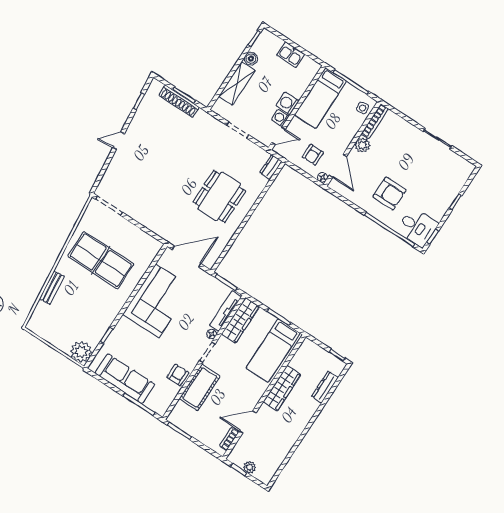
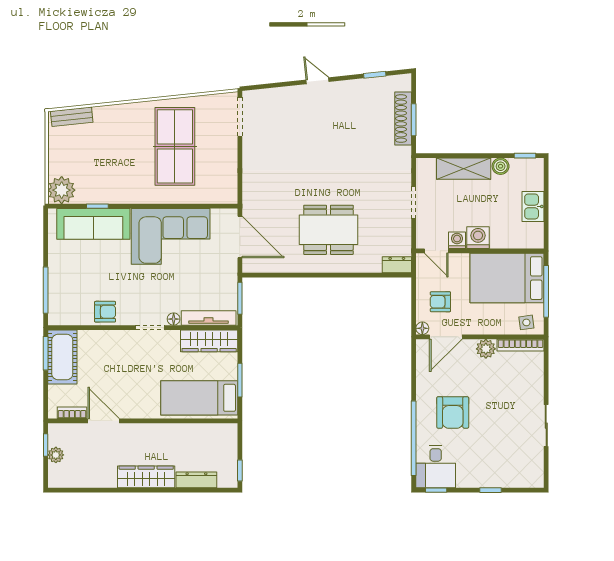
bed: (320, 98) -> (507, 278), width x1.50
bench: (52, 288) -> (72, 117), moved
sofa: (125, 379) -> (93, 224), moved, turned 90
cot: (200, 387) -> (62, 357), moved, turned 90
wardrobe: (282, 388) -> (146, 477), moved, turned 180

